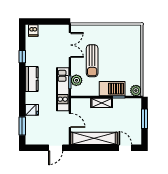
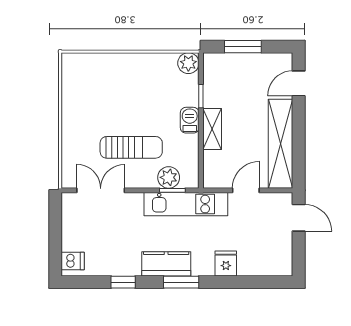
barbecue: (112, 89) -> (190, 120), width x0.53, depth x0.65
window: (22, 126) -> (181, 282), moved

